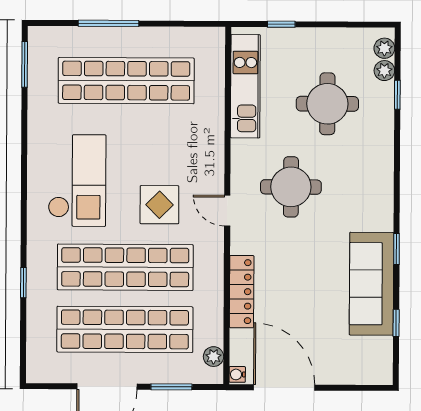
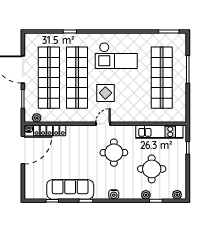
plant: (384, 71) -> (146, 195), moved
water cooler: (383, 188) -> (114, 195), added
locker: (242, 292) -> (50, 131), moved

